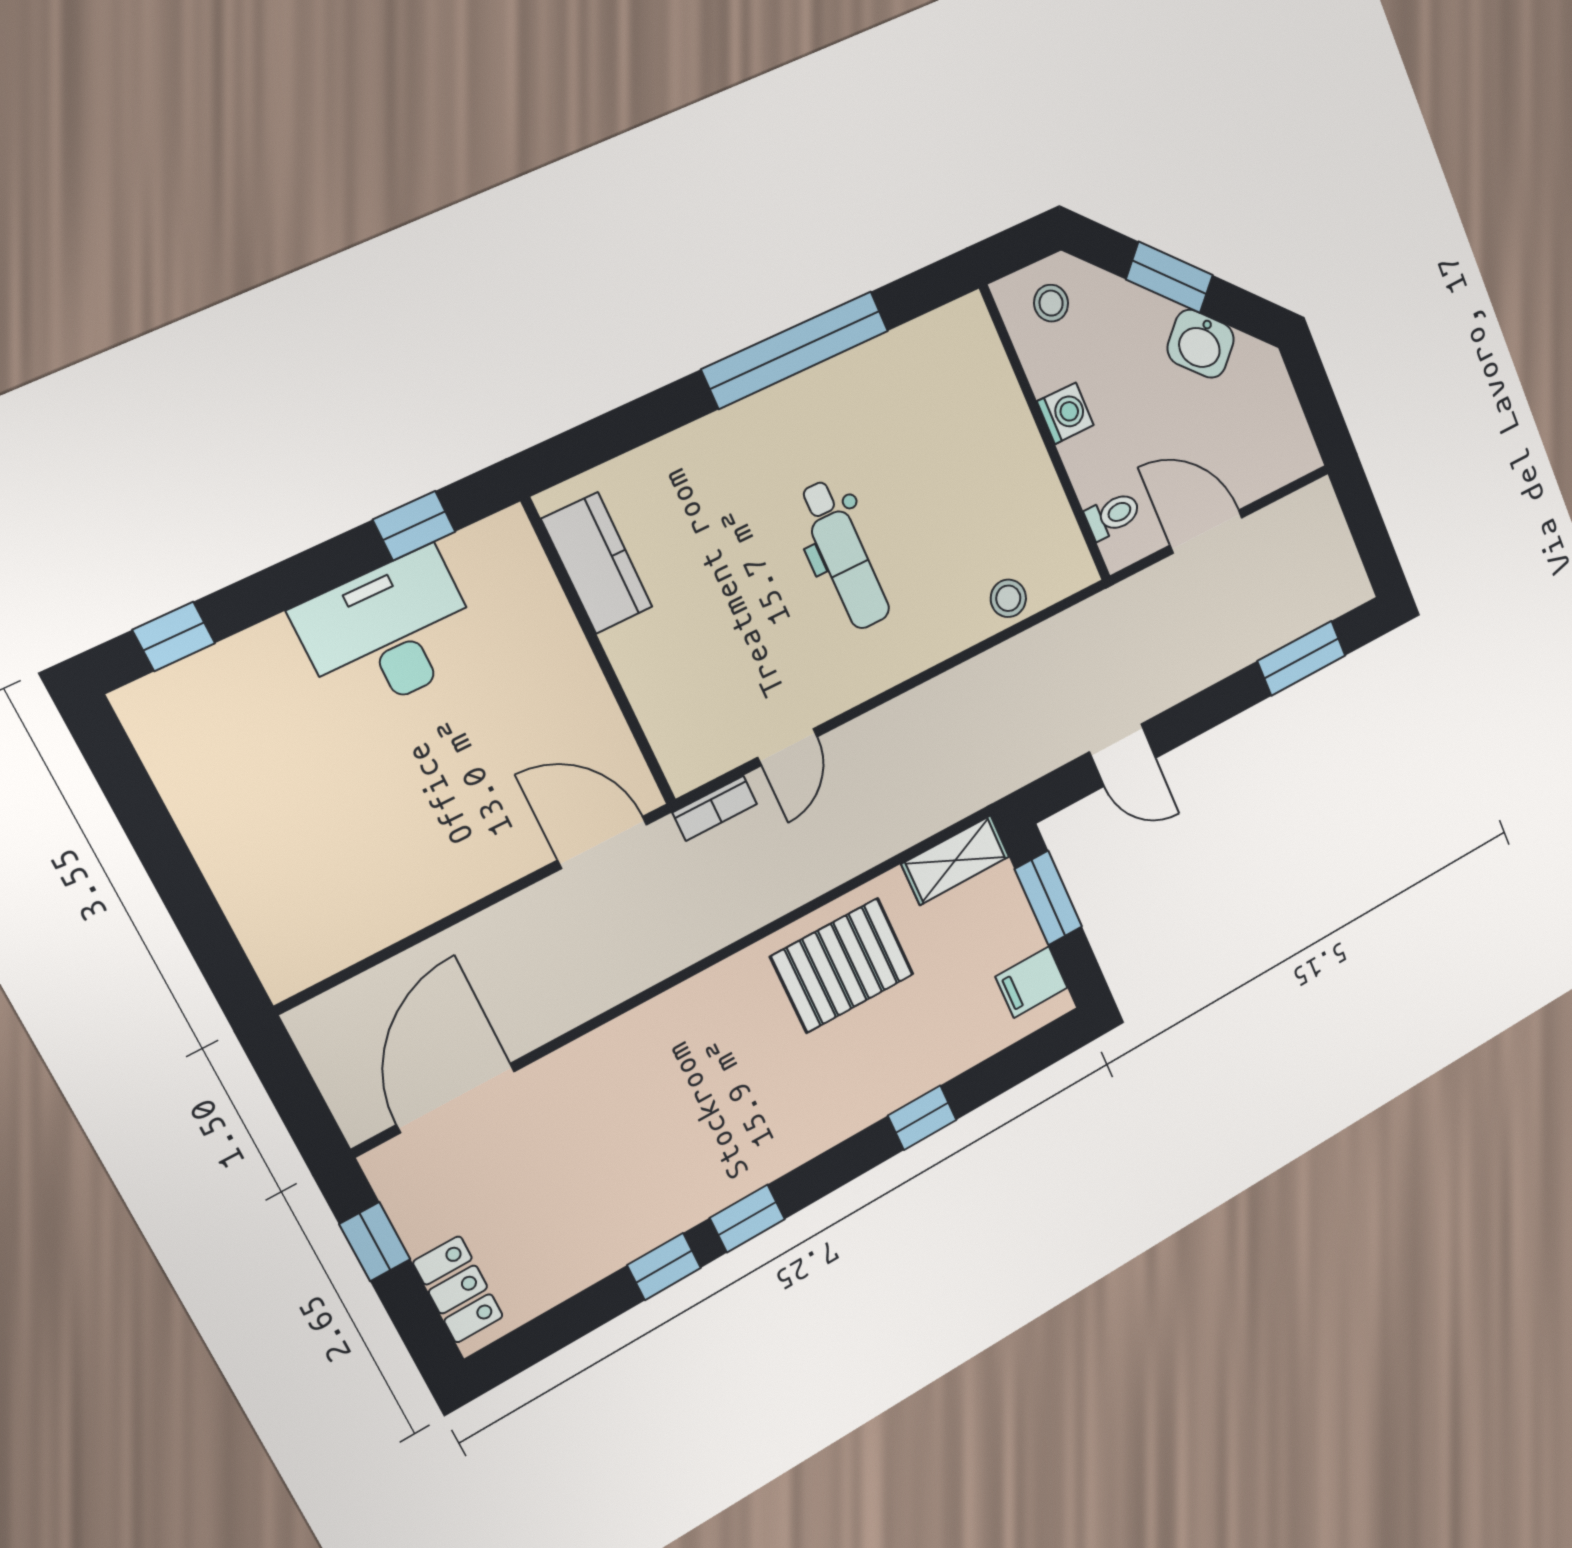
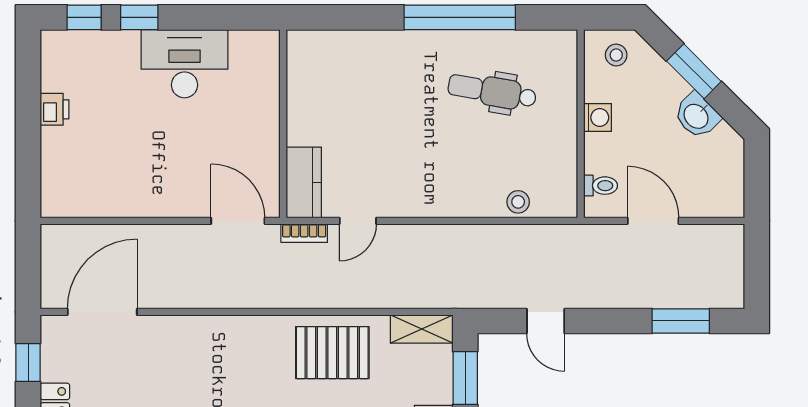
window: (414, 526) -> (139, 17), moved
dental chair: (844, 555) -> (492, 91), moved, turned 100
kitchen counter: (597, 563) -> (304, 182), moved
printer: (204, 817) -> (55, 109), added

